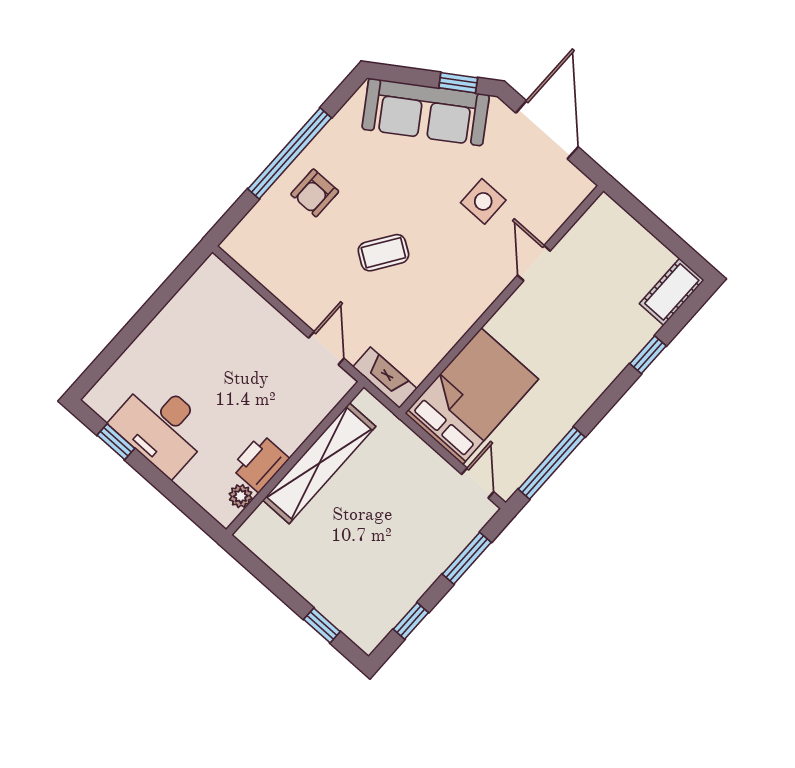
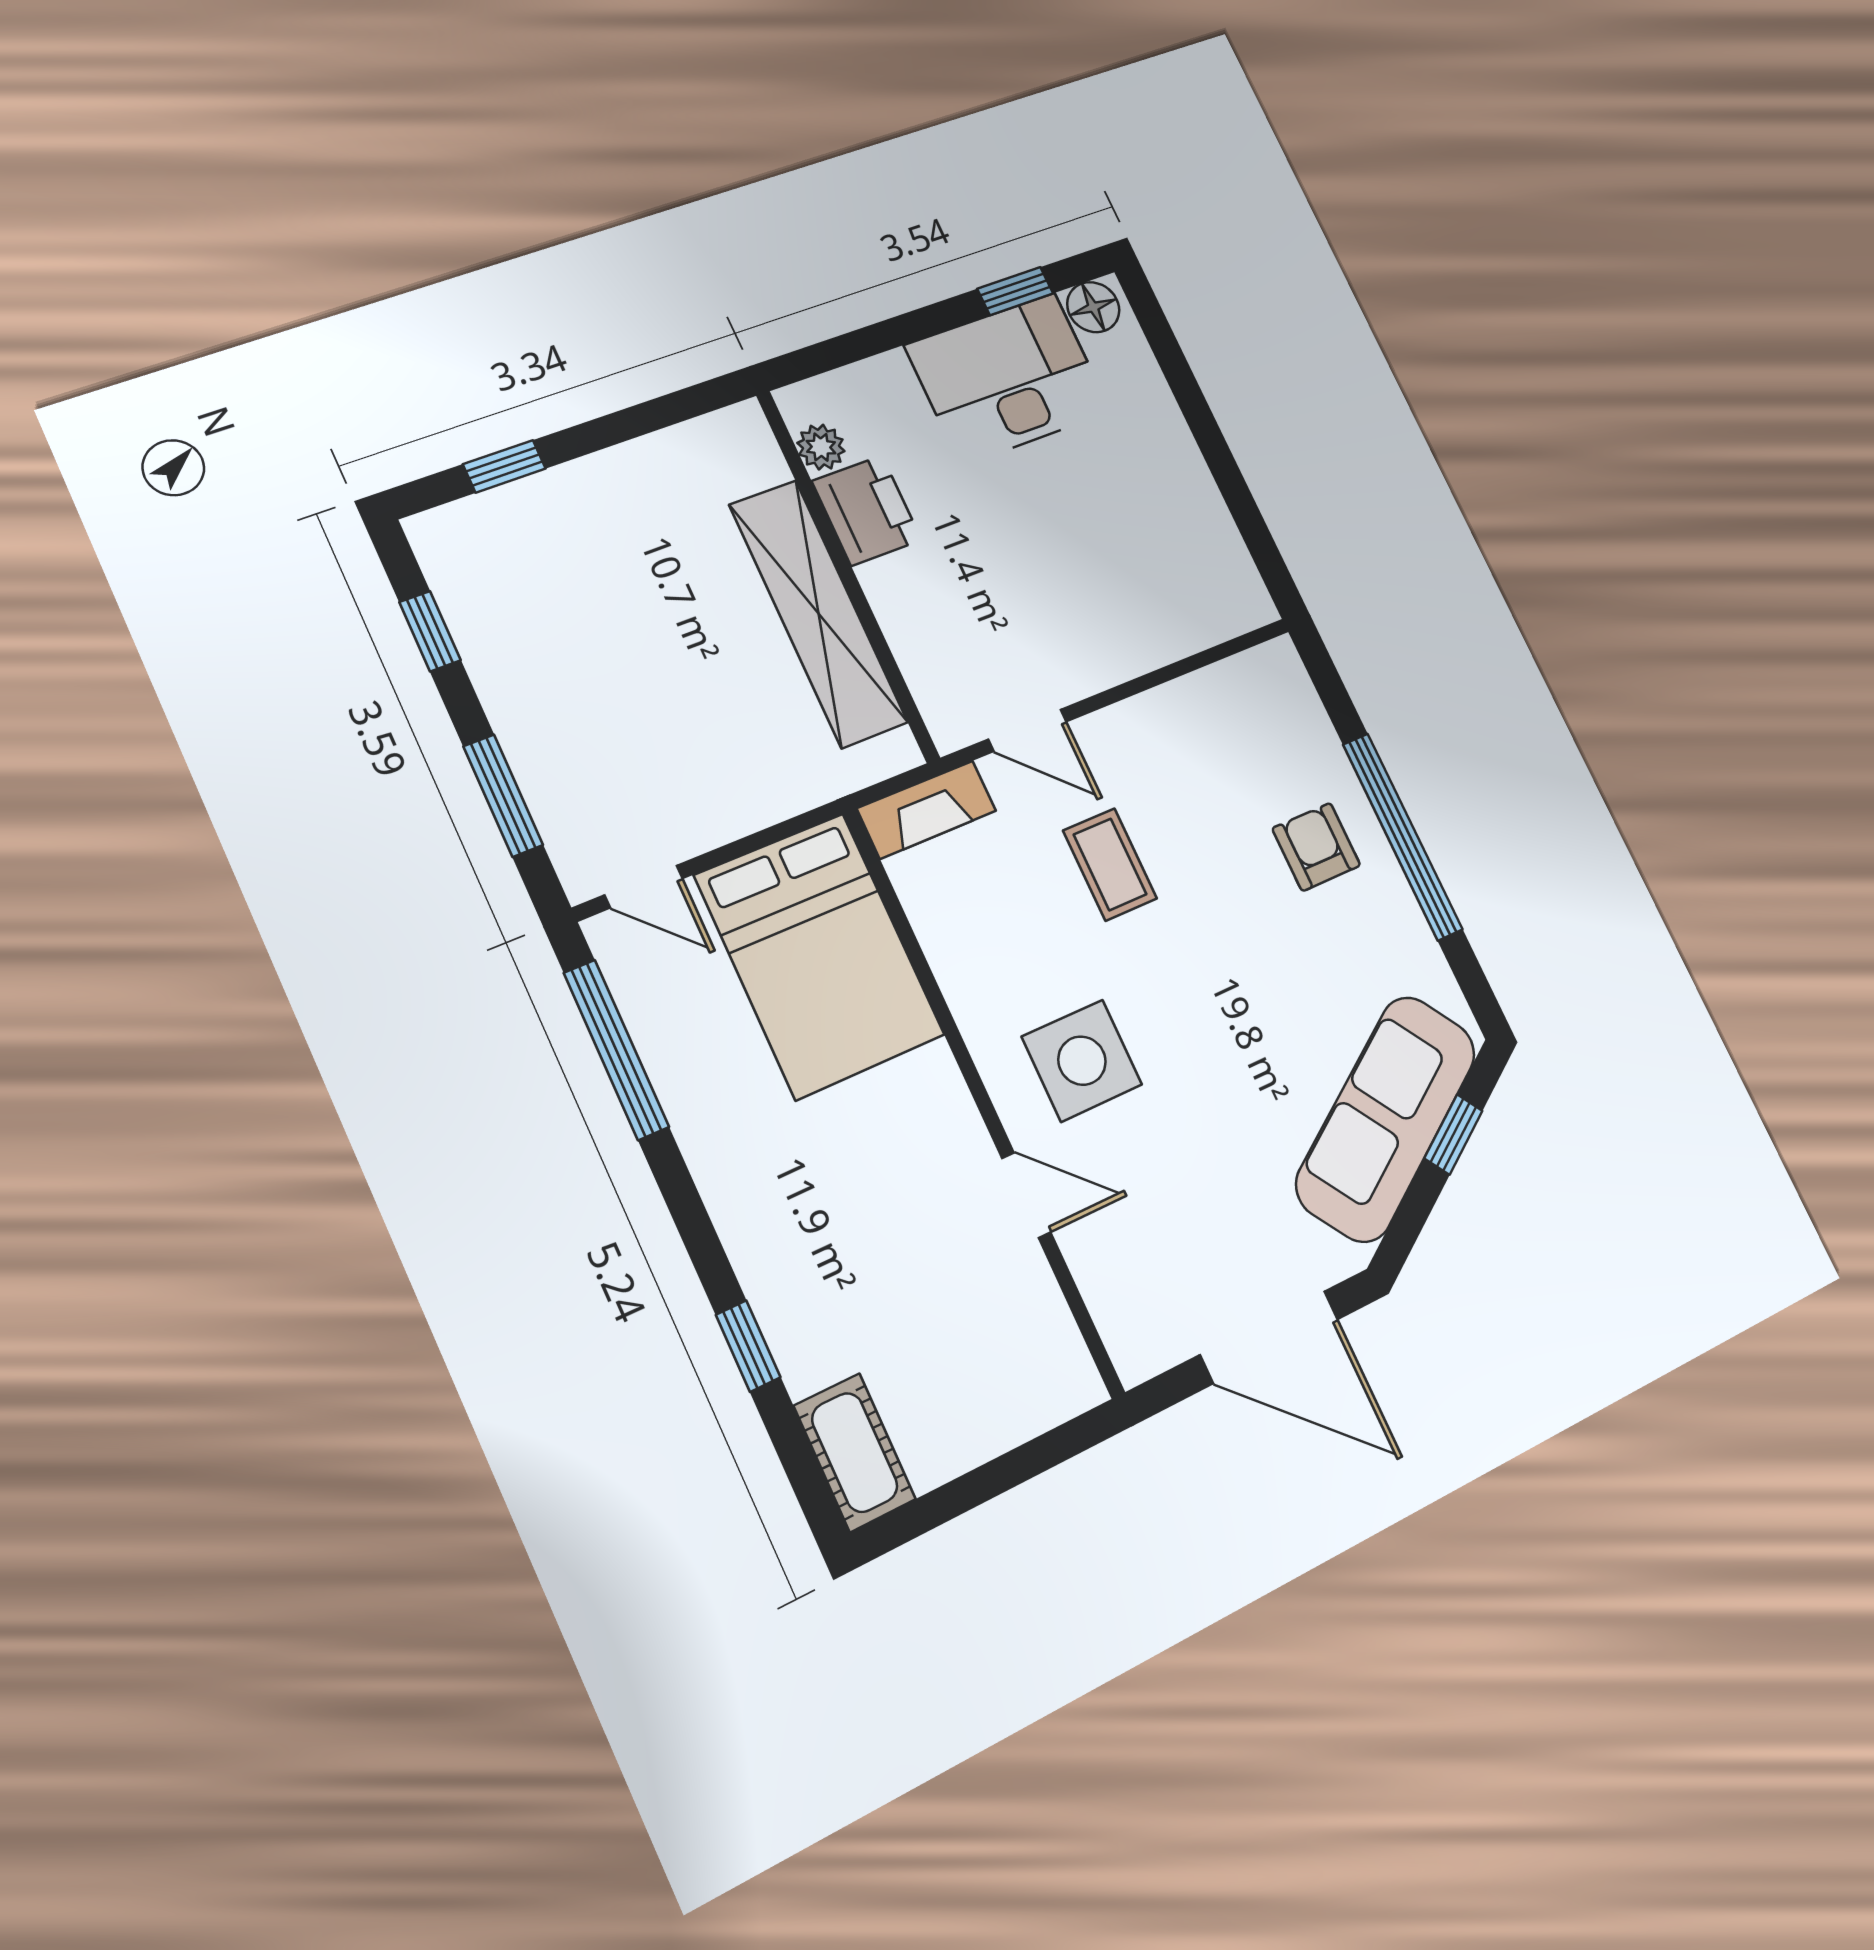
window: (458, 83) -> (1453, 1135), moved
side table: (483, 201) -> (1082, 1061), moved, width x1.37, depth x1.37
coffee table: (383, 253) -> (1110, 864), moved, turned -34
floor lamp: (104, 402) -> (1093, 307), added

